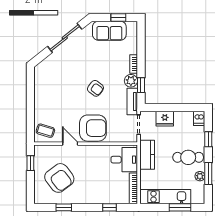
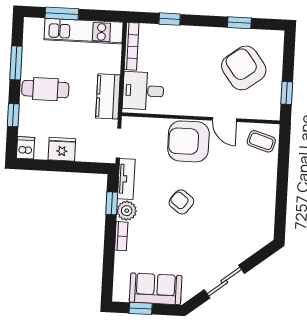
sliding door: (65, 38) -> (224, 282), width x0.73
fridge: (165, 119) -> (62, 149), moved
plant: (200, 176) -> (29, 60), removed

